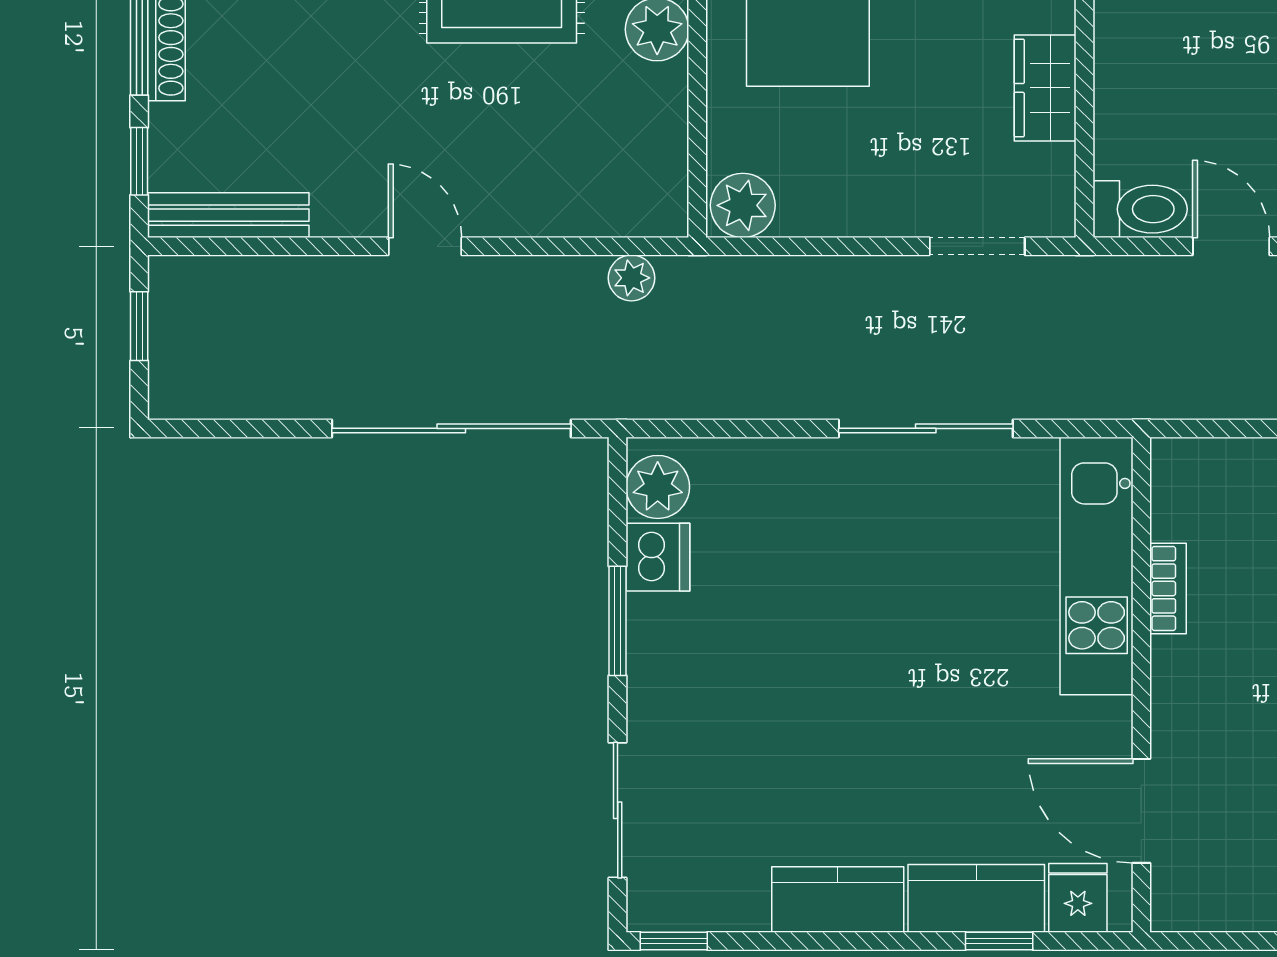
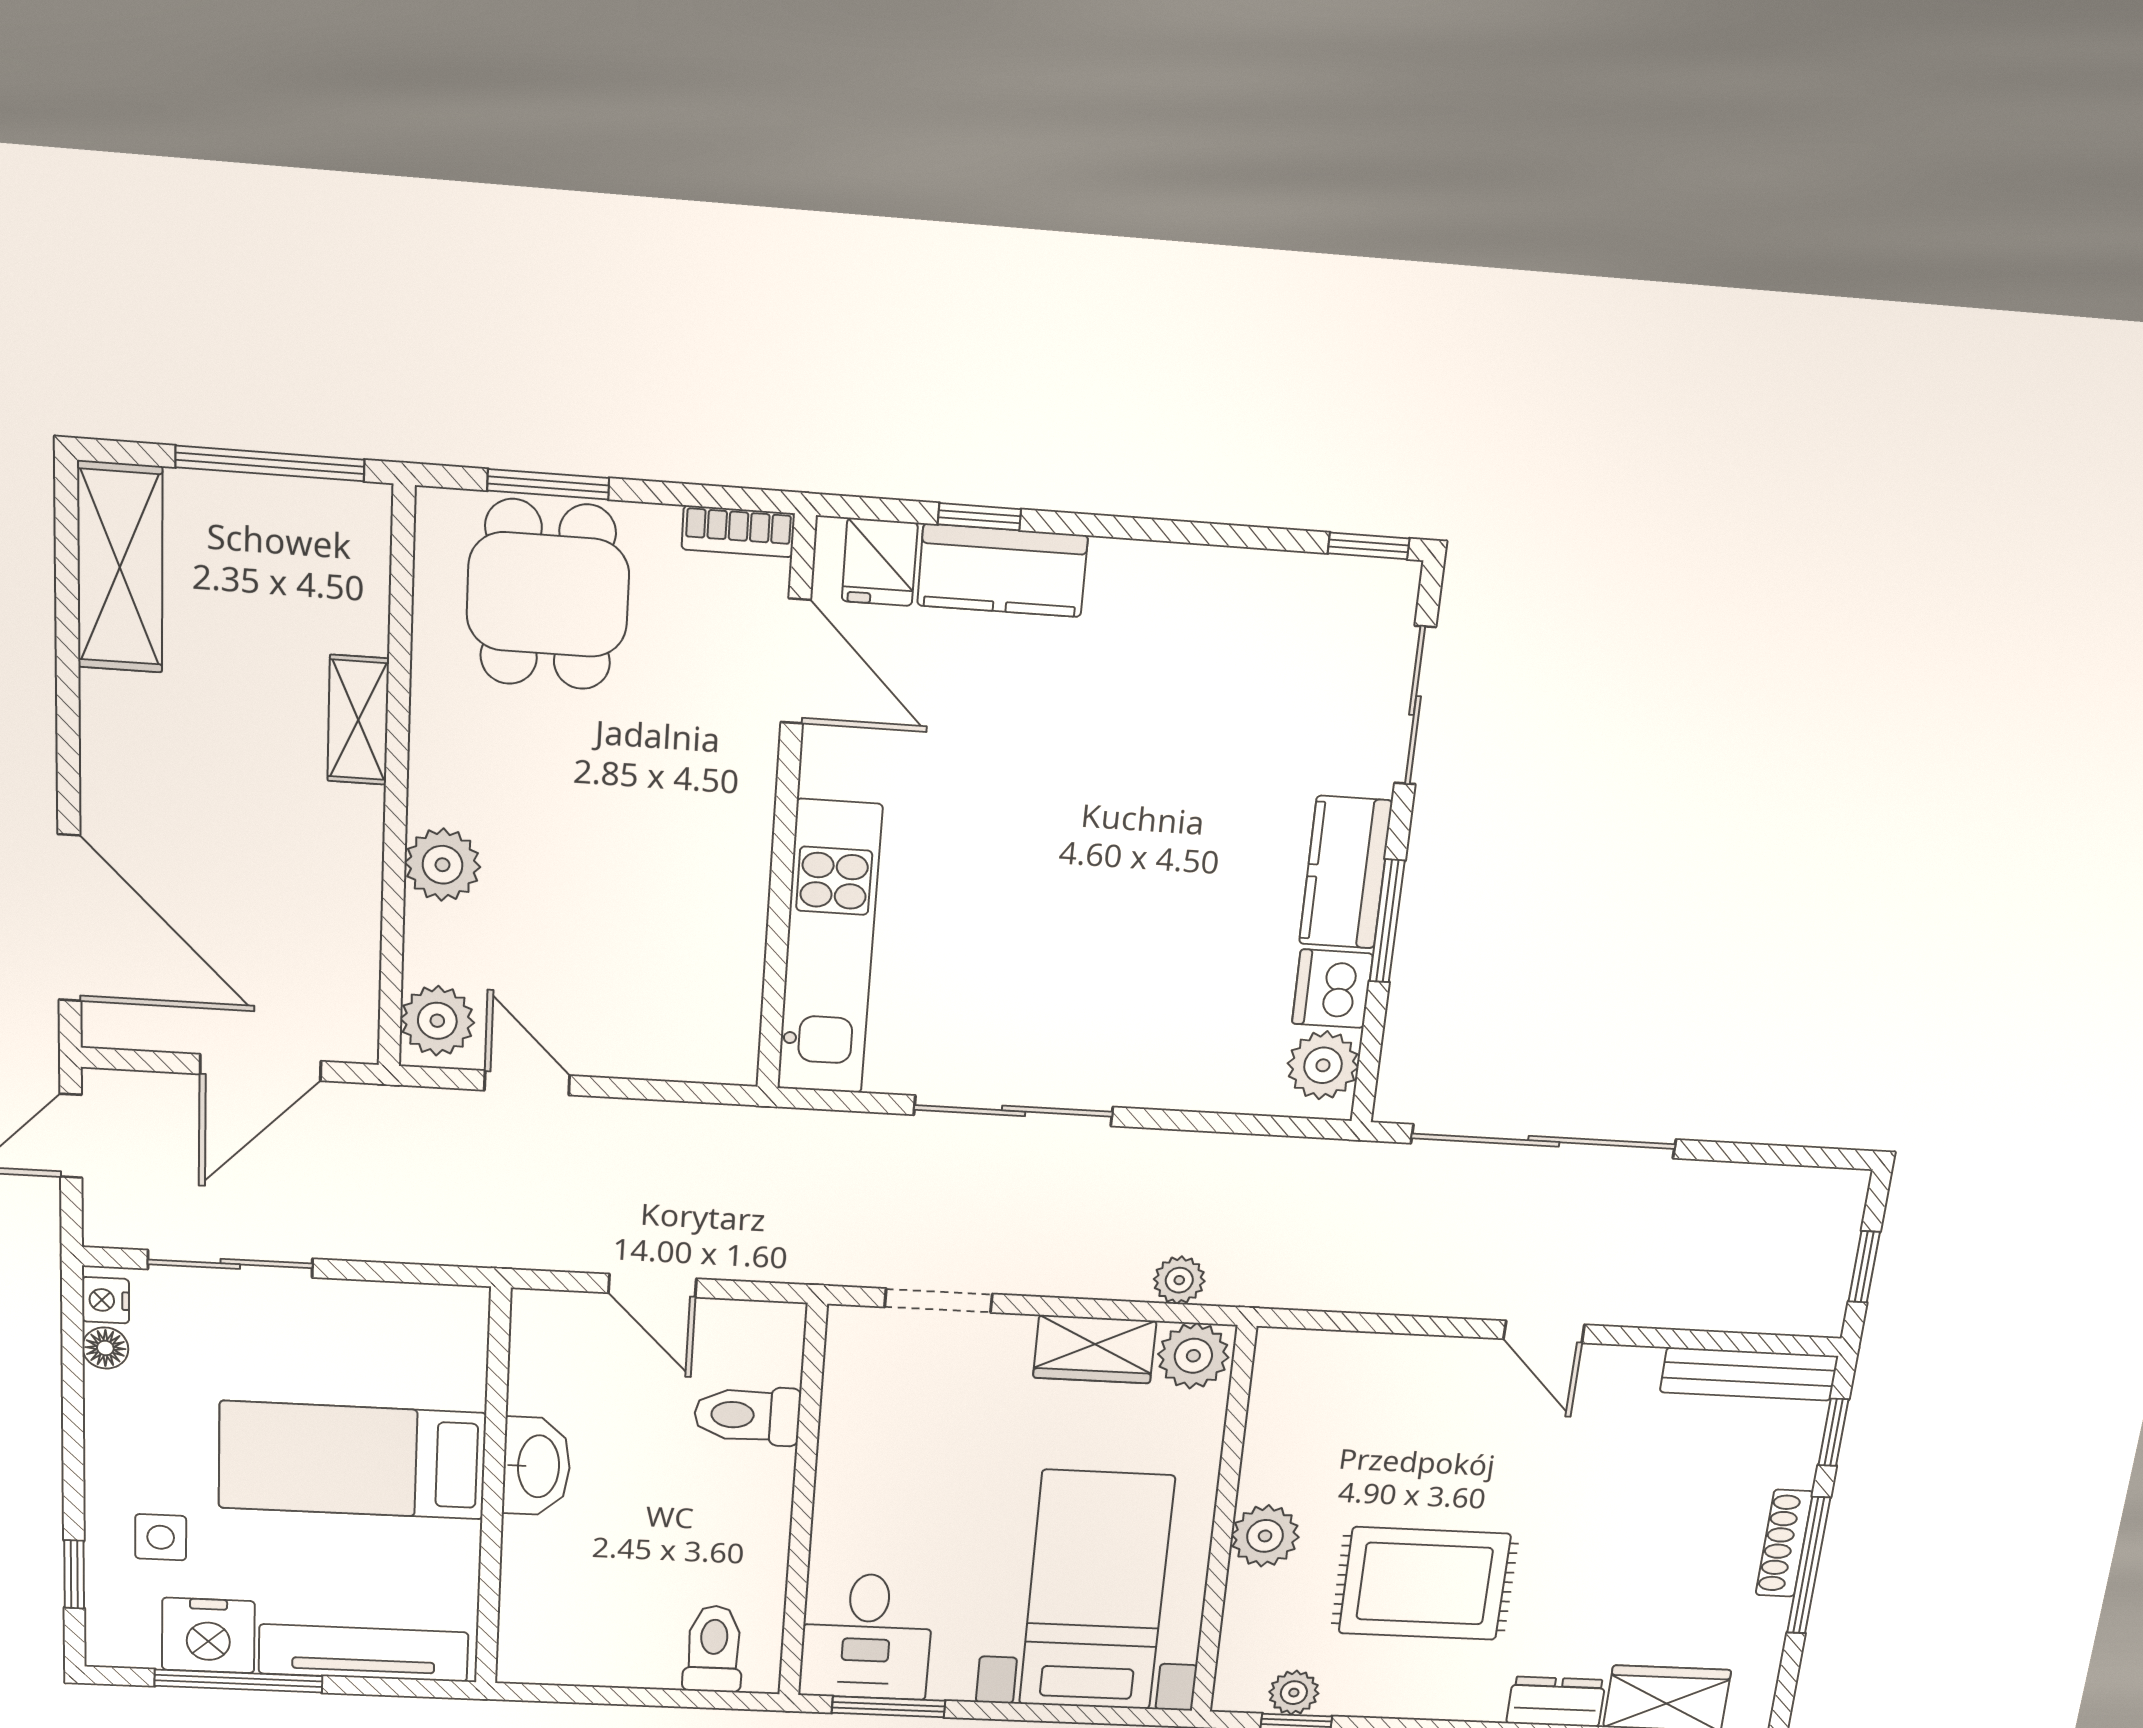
wardrobe: (1045, 88) -> (1095, 1349), moved, turned 90
toilet: (1140, 209) -> (747, 1415), moved
plant: (631, 278) -> (1179, 1280), moved
bookcase: (1168, 588) -> (738, 531), moved, turned -90
kitchen counter: (838, 900) -> (1346, 872), moved, turned 90

